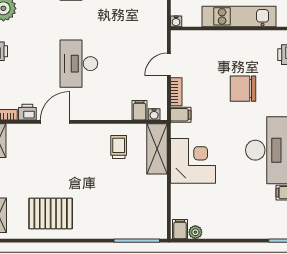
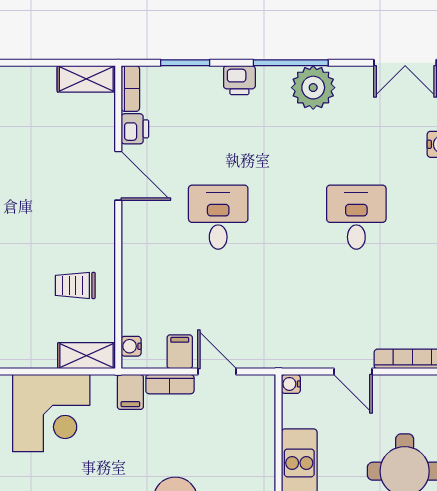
desk: (79, 64) -> (218, 217), width x0.73
filing cabinet: (140, 110) -> (180, 352), moved, turned -90
trolley: (119, 147) -> (75, 285), turned 180
shelving: (157, 149) -> (87, 356), width x0.67, depth x0.75

